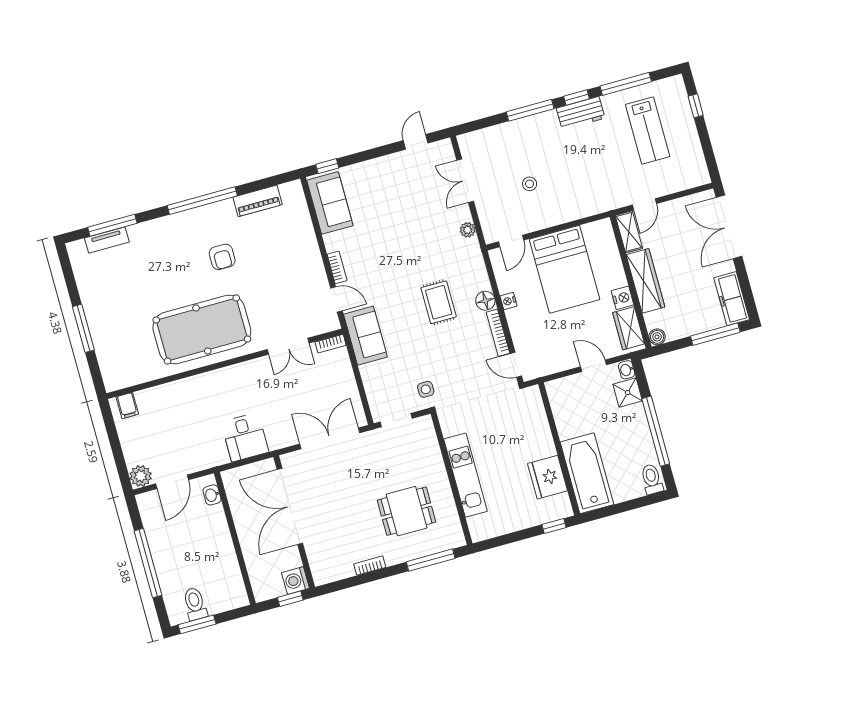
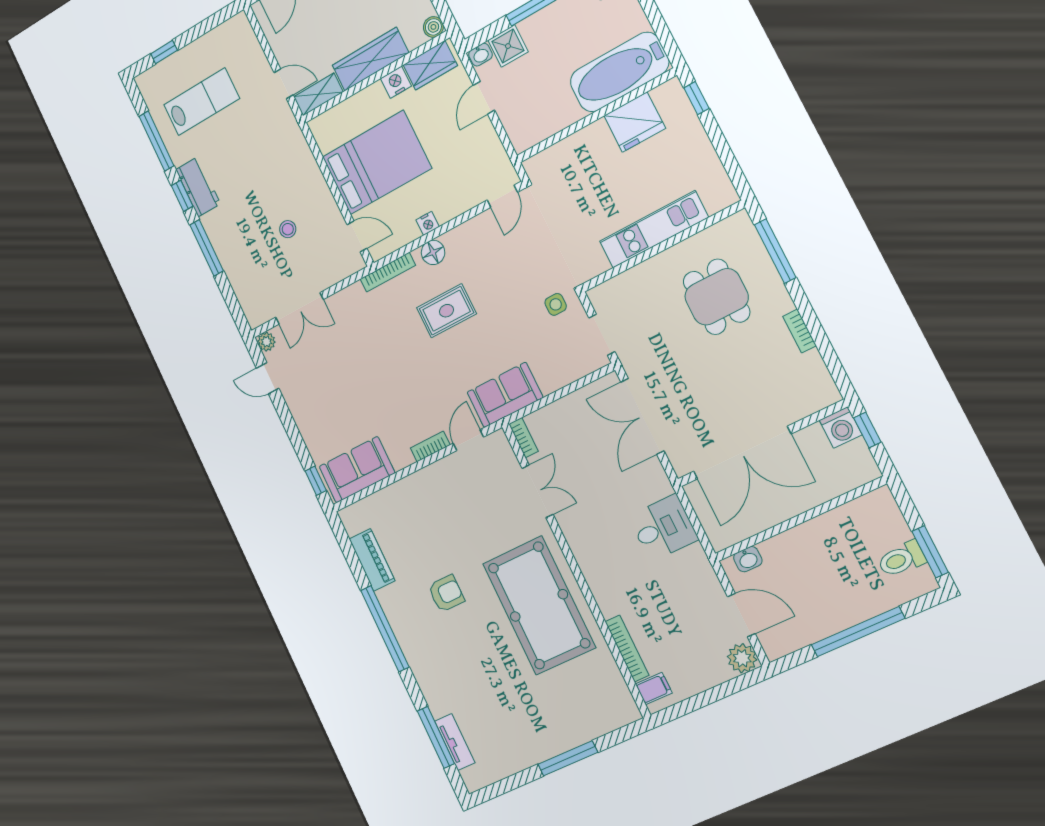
plant: (468, 230) -> (266, 342), moved
bookcase: (498, 333) -> (388, 272), moved
bookcase: (160, 391) -> (627, 648), added

